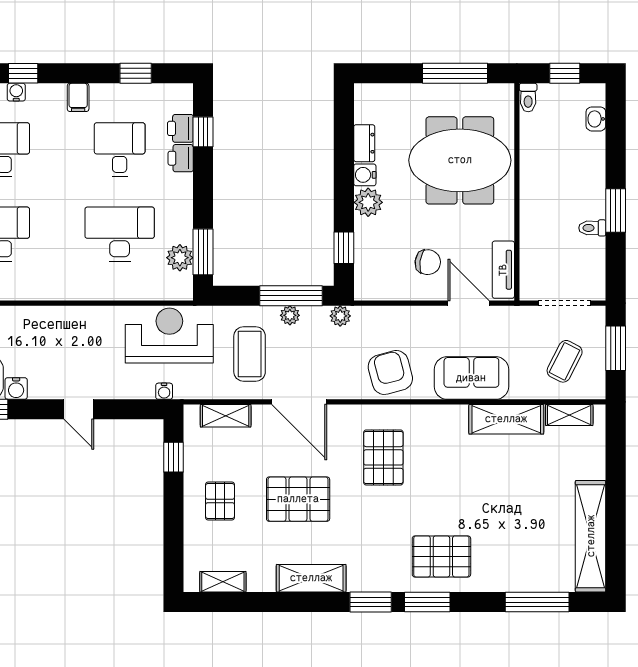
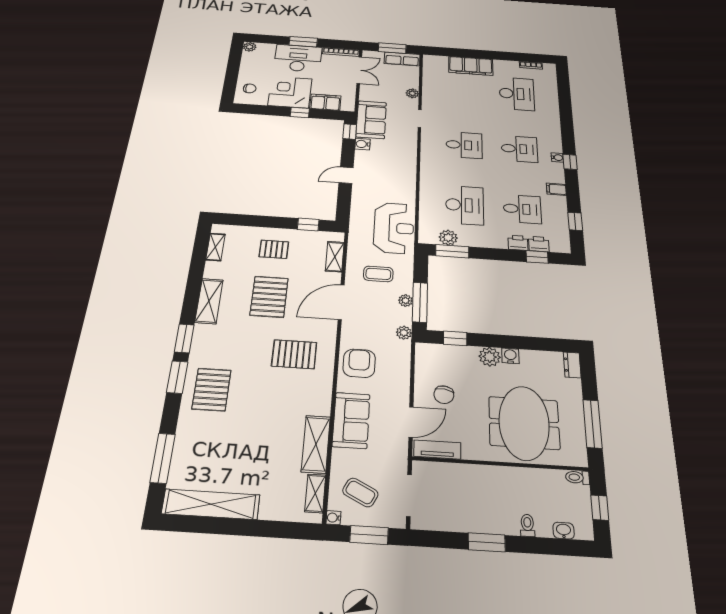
dresser: (364, 143) -> (572, 365), moved, turned 90
toilet: (592, 228) -> (527, 525), moved
coffee table: (250, 354) -> (378, 274), width x0.73, depth x0.77
armchair: (390, 372) -> (359, 363), turned -75
water cooler: (164, 391) -> (333, 518), moved

